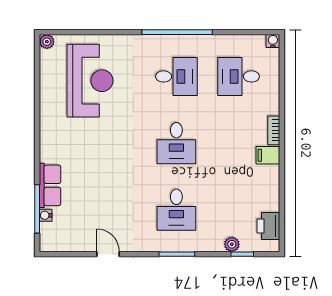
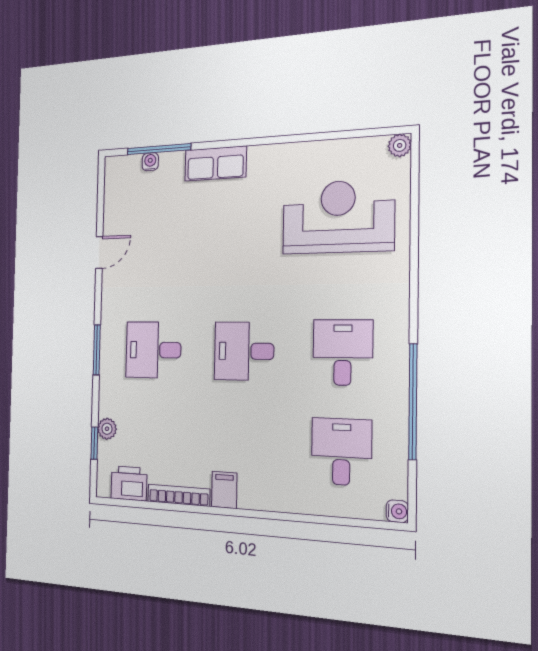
window: (177, 32) -> (413, 402), moved
desk: (176, 76) -> (343, 352), turned 180
reception desk: (90, 81) -> (338, 217), turned 180
bookcase: (274, 130) -> (179, 495), moved, width x1.56
row of seats: (50, 185) -> (215, 164), moved

